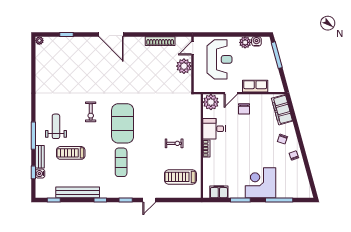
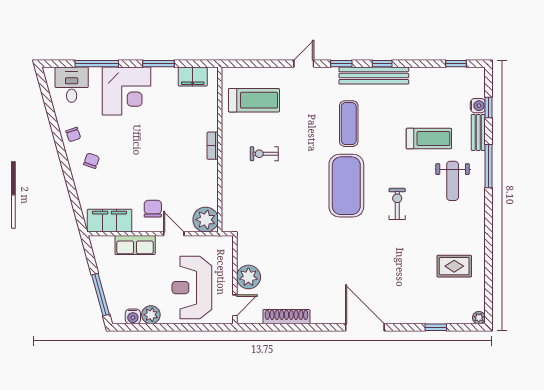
rug: (55, 73) -> (454, 266), added
door: (231, 93) -> (174, 234), hinge flipped
filing cabinet: (282, 110) -> (109, 221), moved, turned -75
desk: (214, 129) -> (72, 85), moved, turned -90
bench: (78, 192) -> (374, 76), moved

